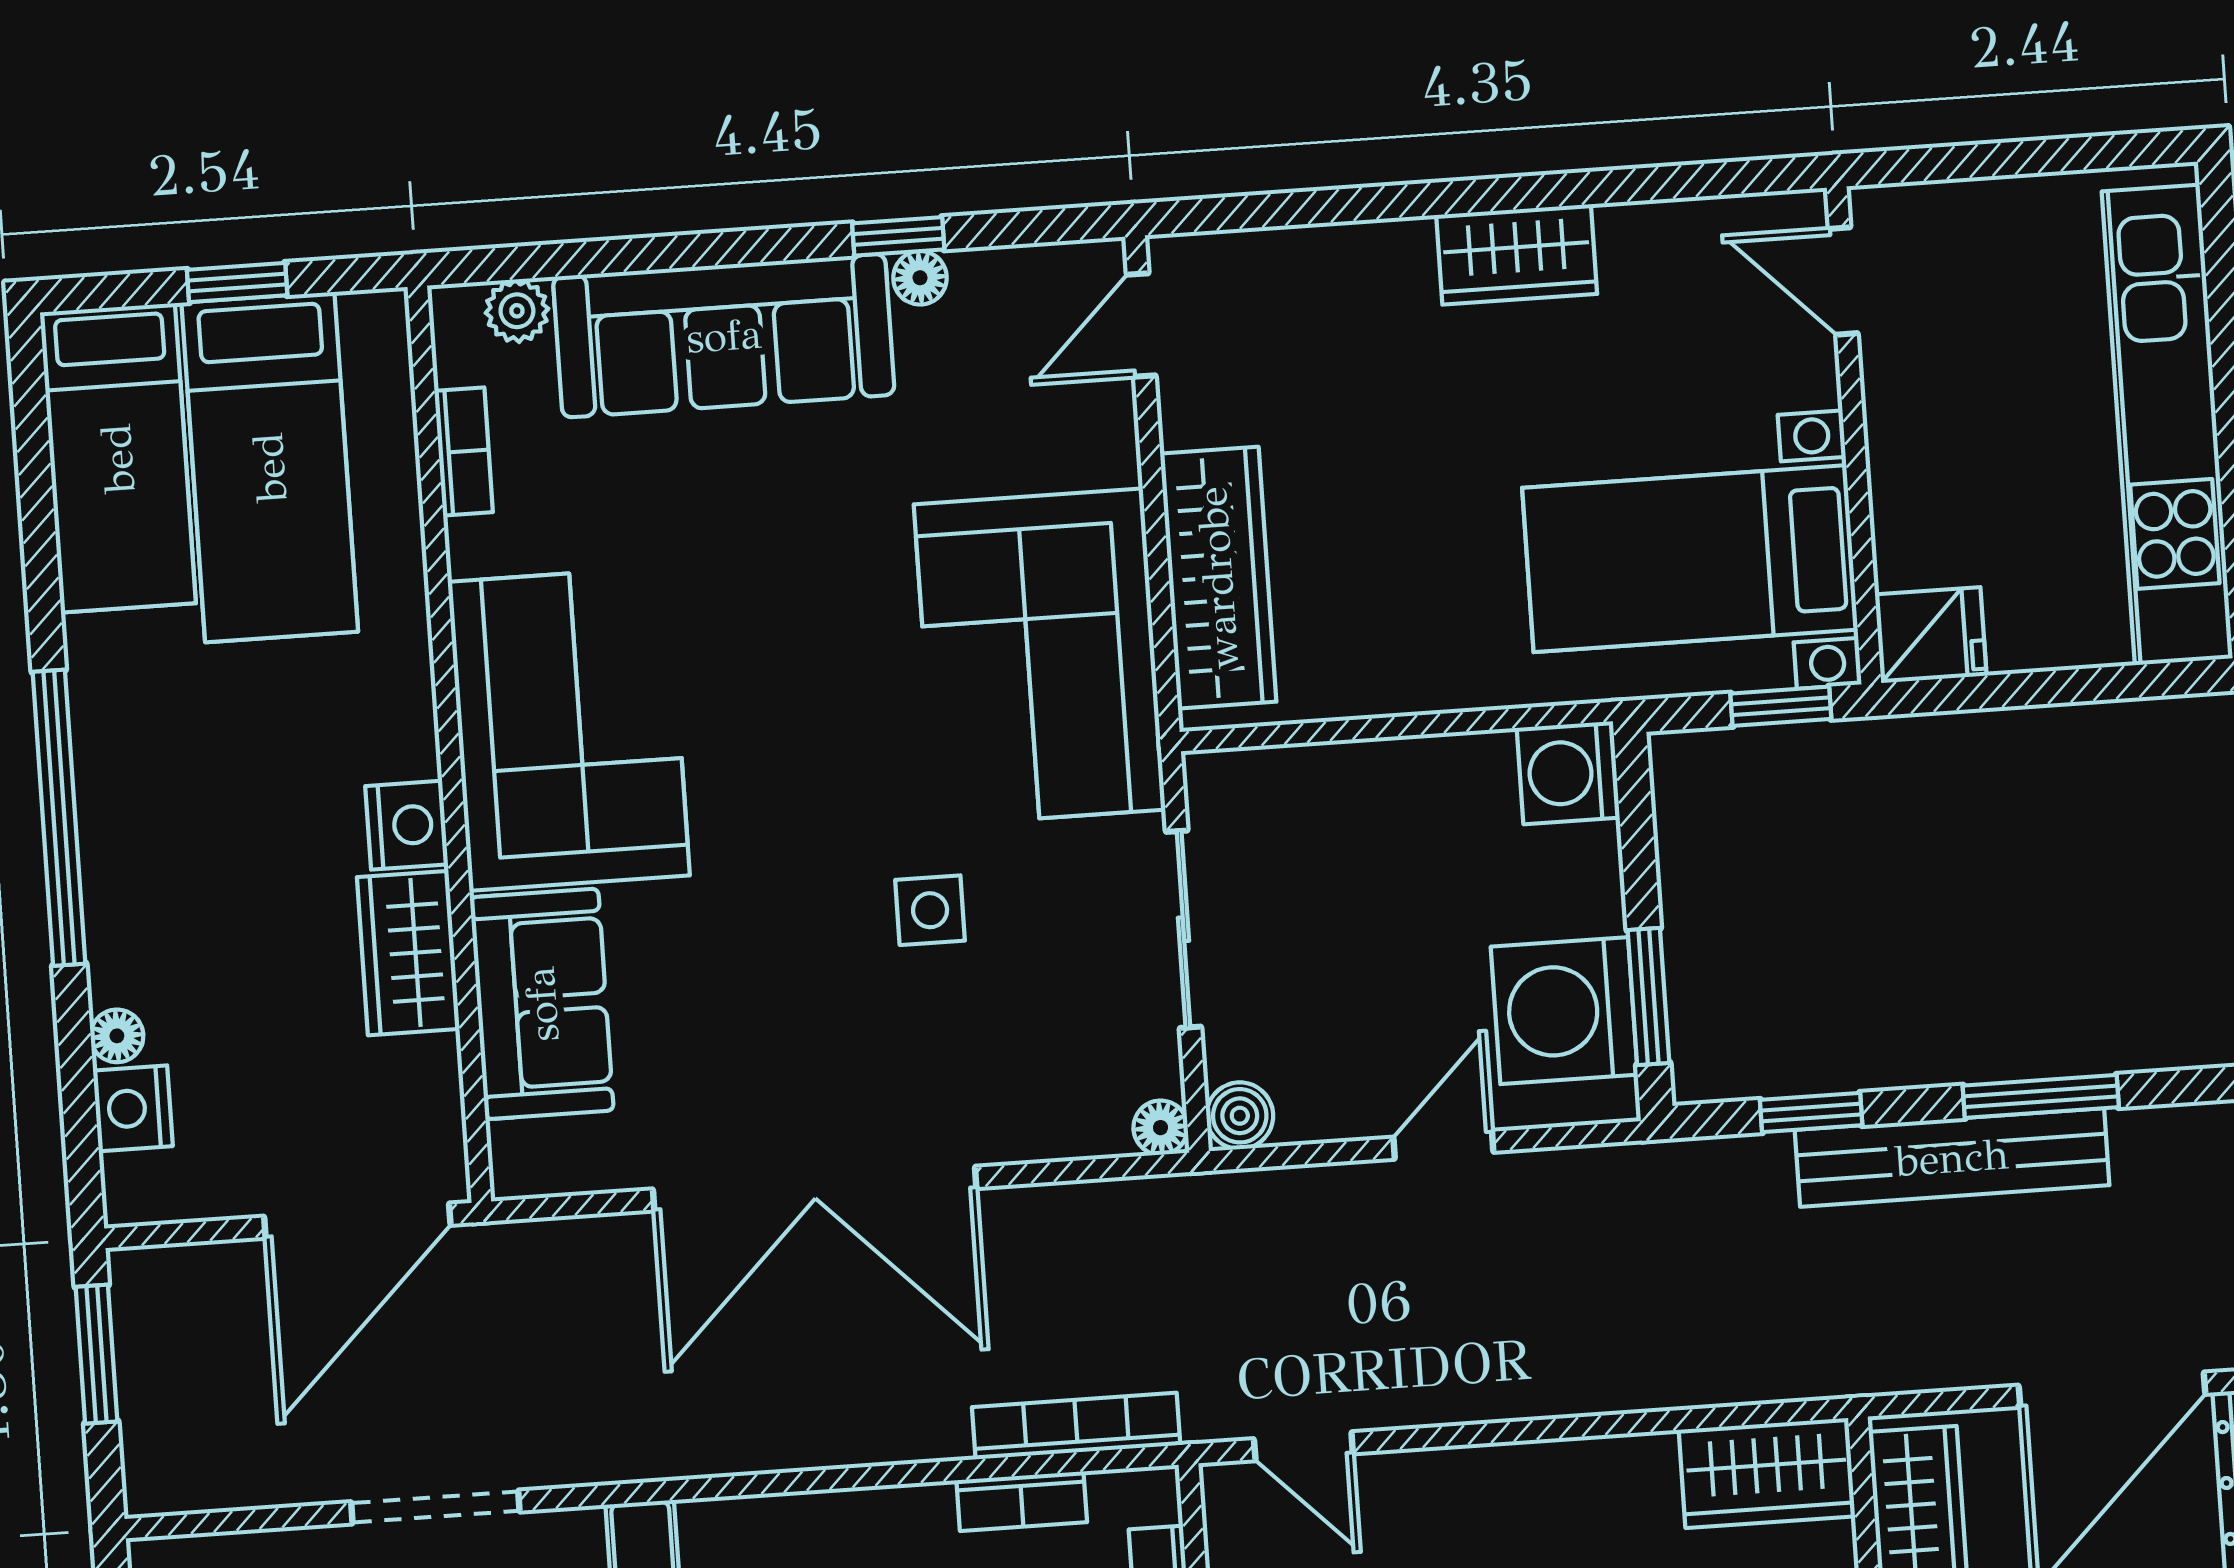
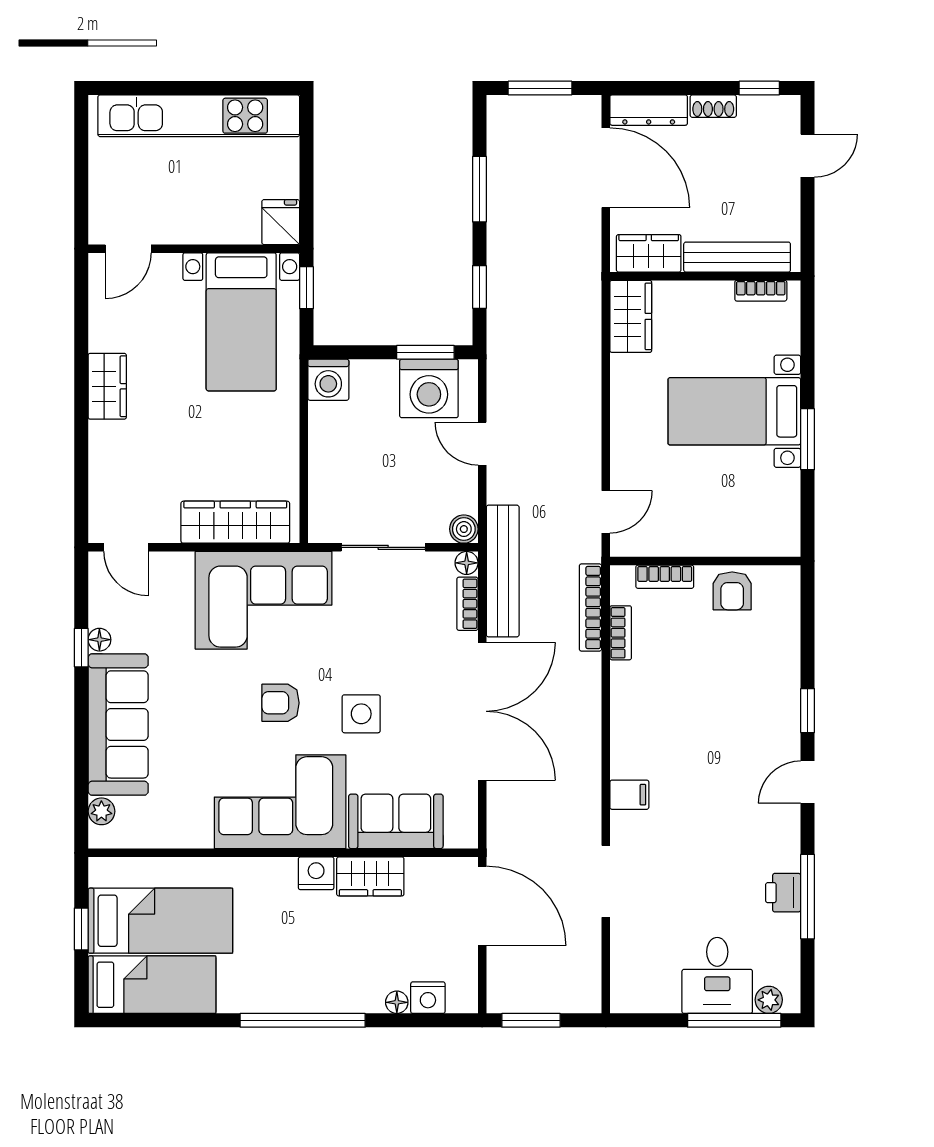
bookcase: (464, 451) -> (467, 604), moved, turned -90
armchair: (801, 714) -> (281, 703), added
side table: (930, 910) -> (361, 714), moved, width x1.37, depth x1.37
bench: (1952, 1158) -> (503, 571), moved

